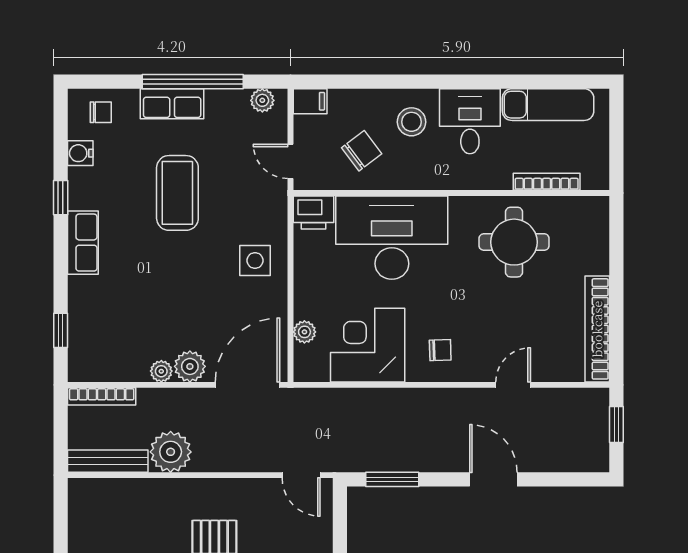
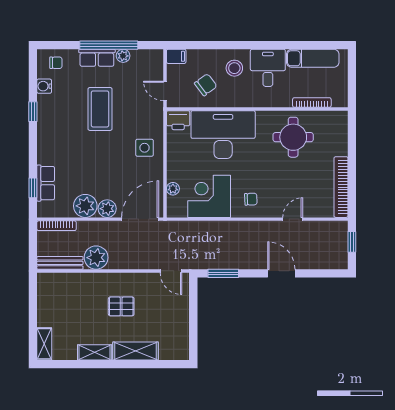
plant: (262, 100) -> (123, 56), moved
row of seats: (83, 243) -> (46, 183), moved
plant: (161, 371) -> (85, 206), width x1.87, depth x1.87

